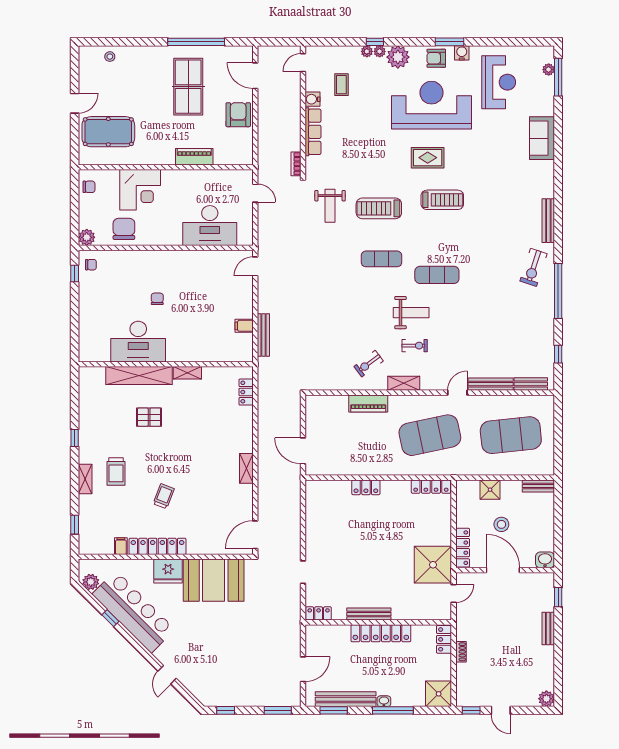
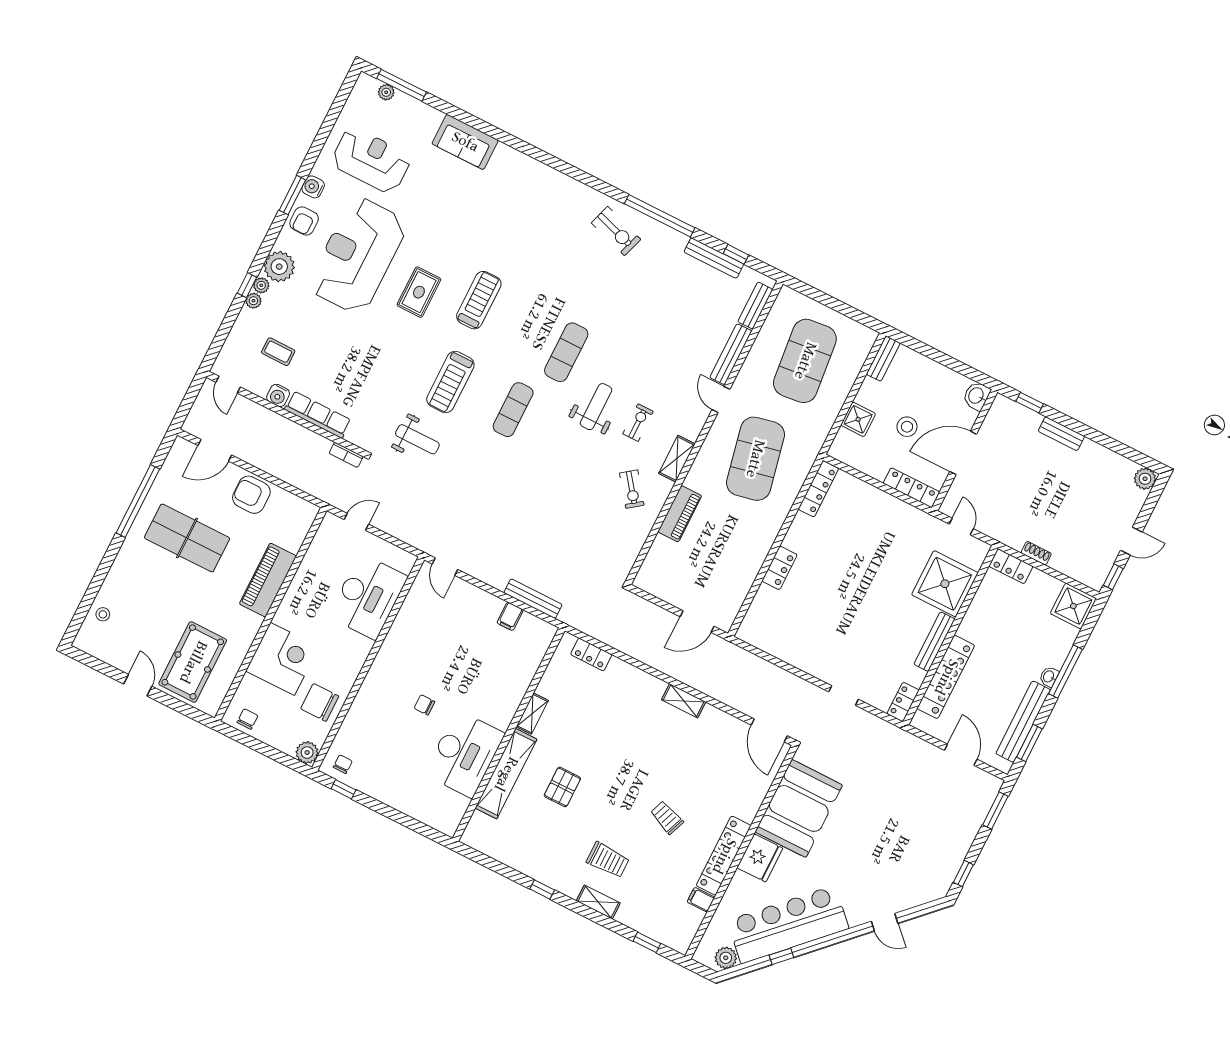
piano: (194, 157) -> (268, 580), width x1.37, depth x1.33
bench: (548, 221) -> (714, 258), moved
shower: (433, 565) -> (945, 584), moved
locker: (381, 633) -> (946, 677), moved

